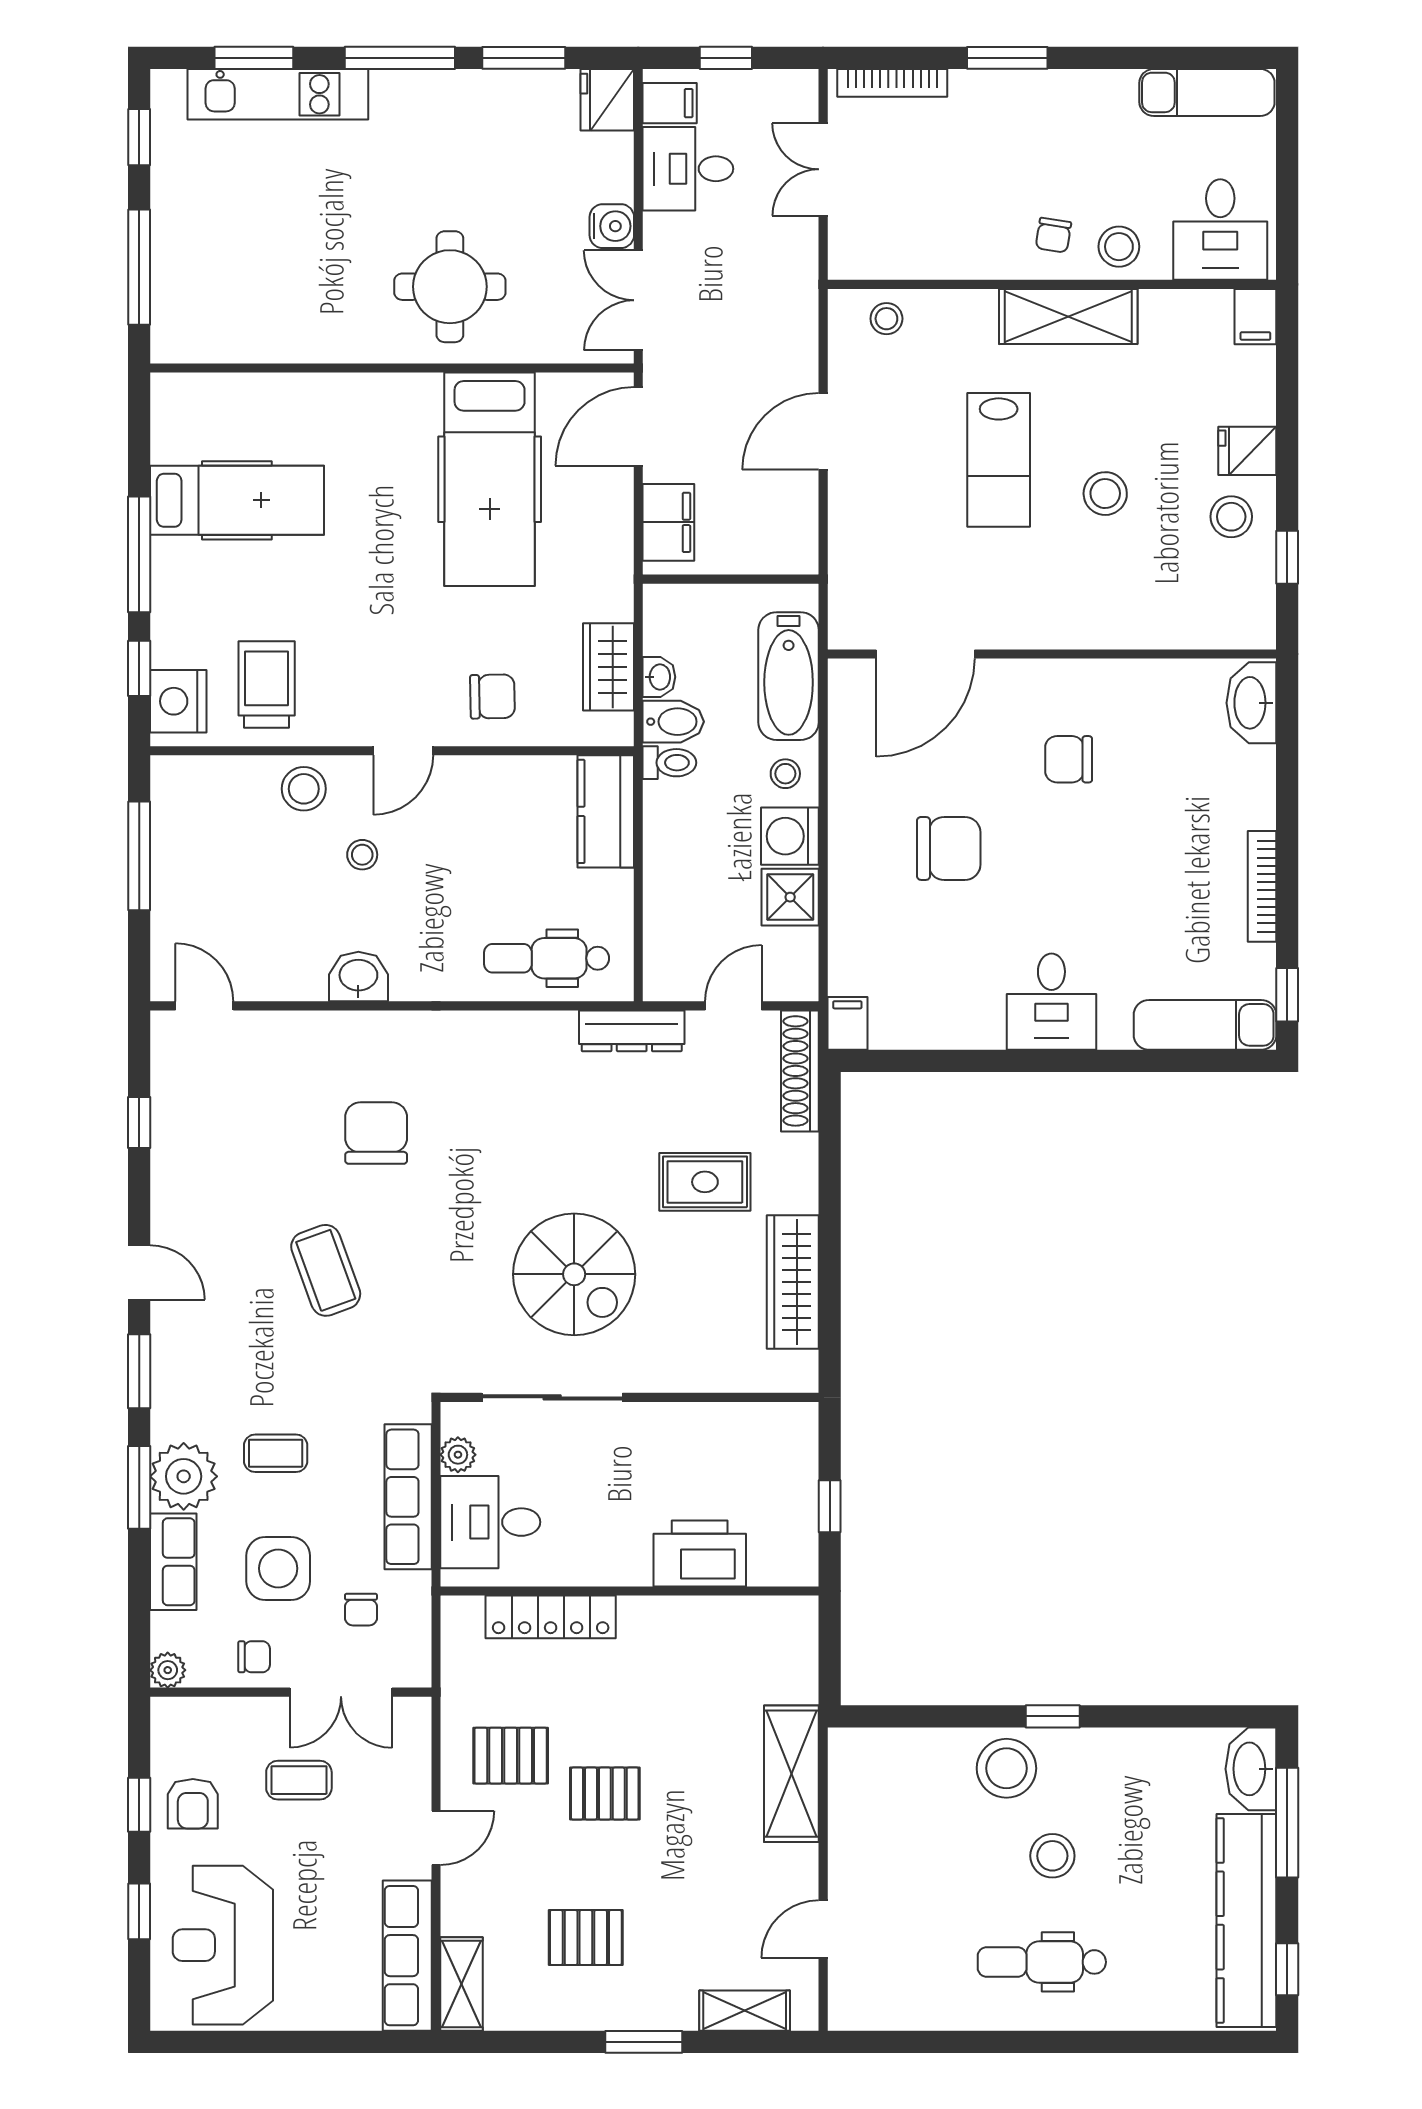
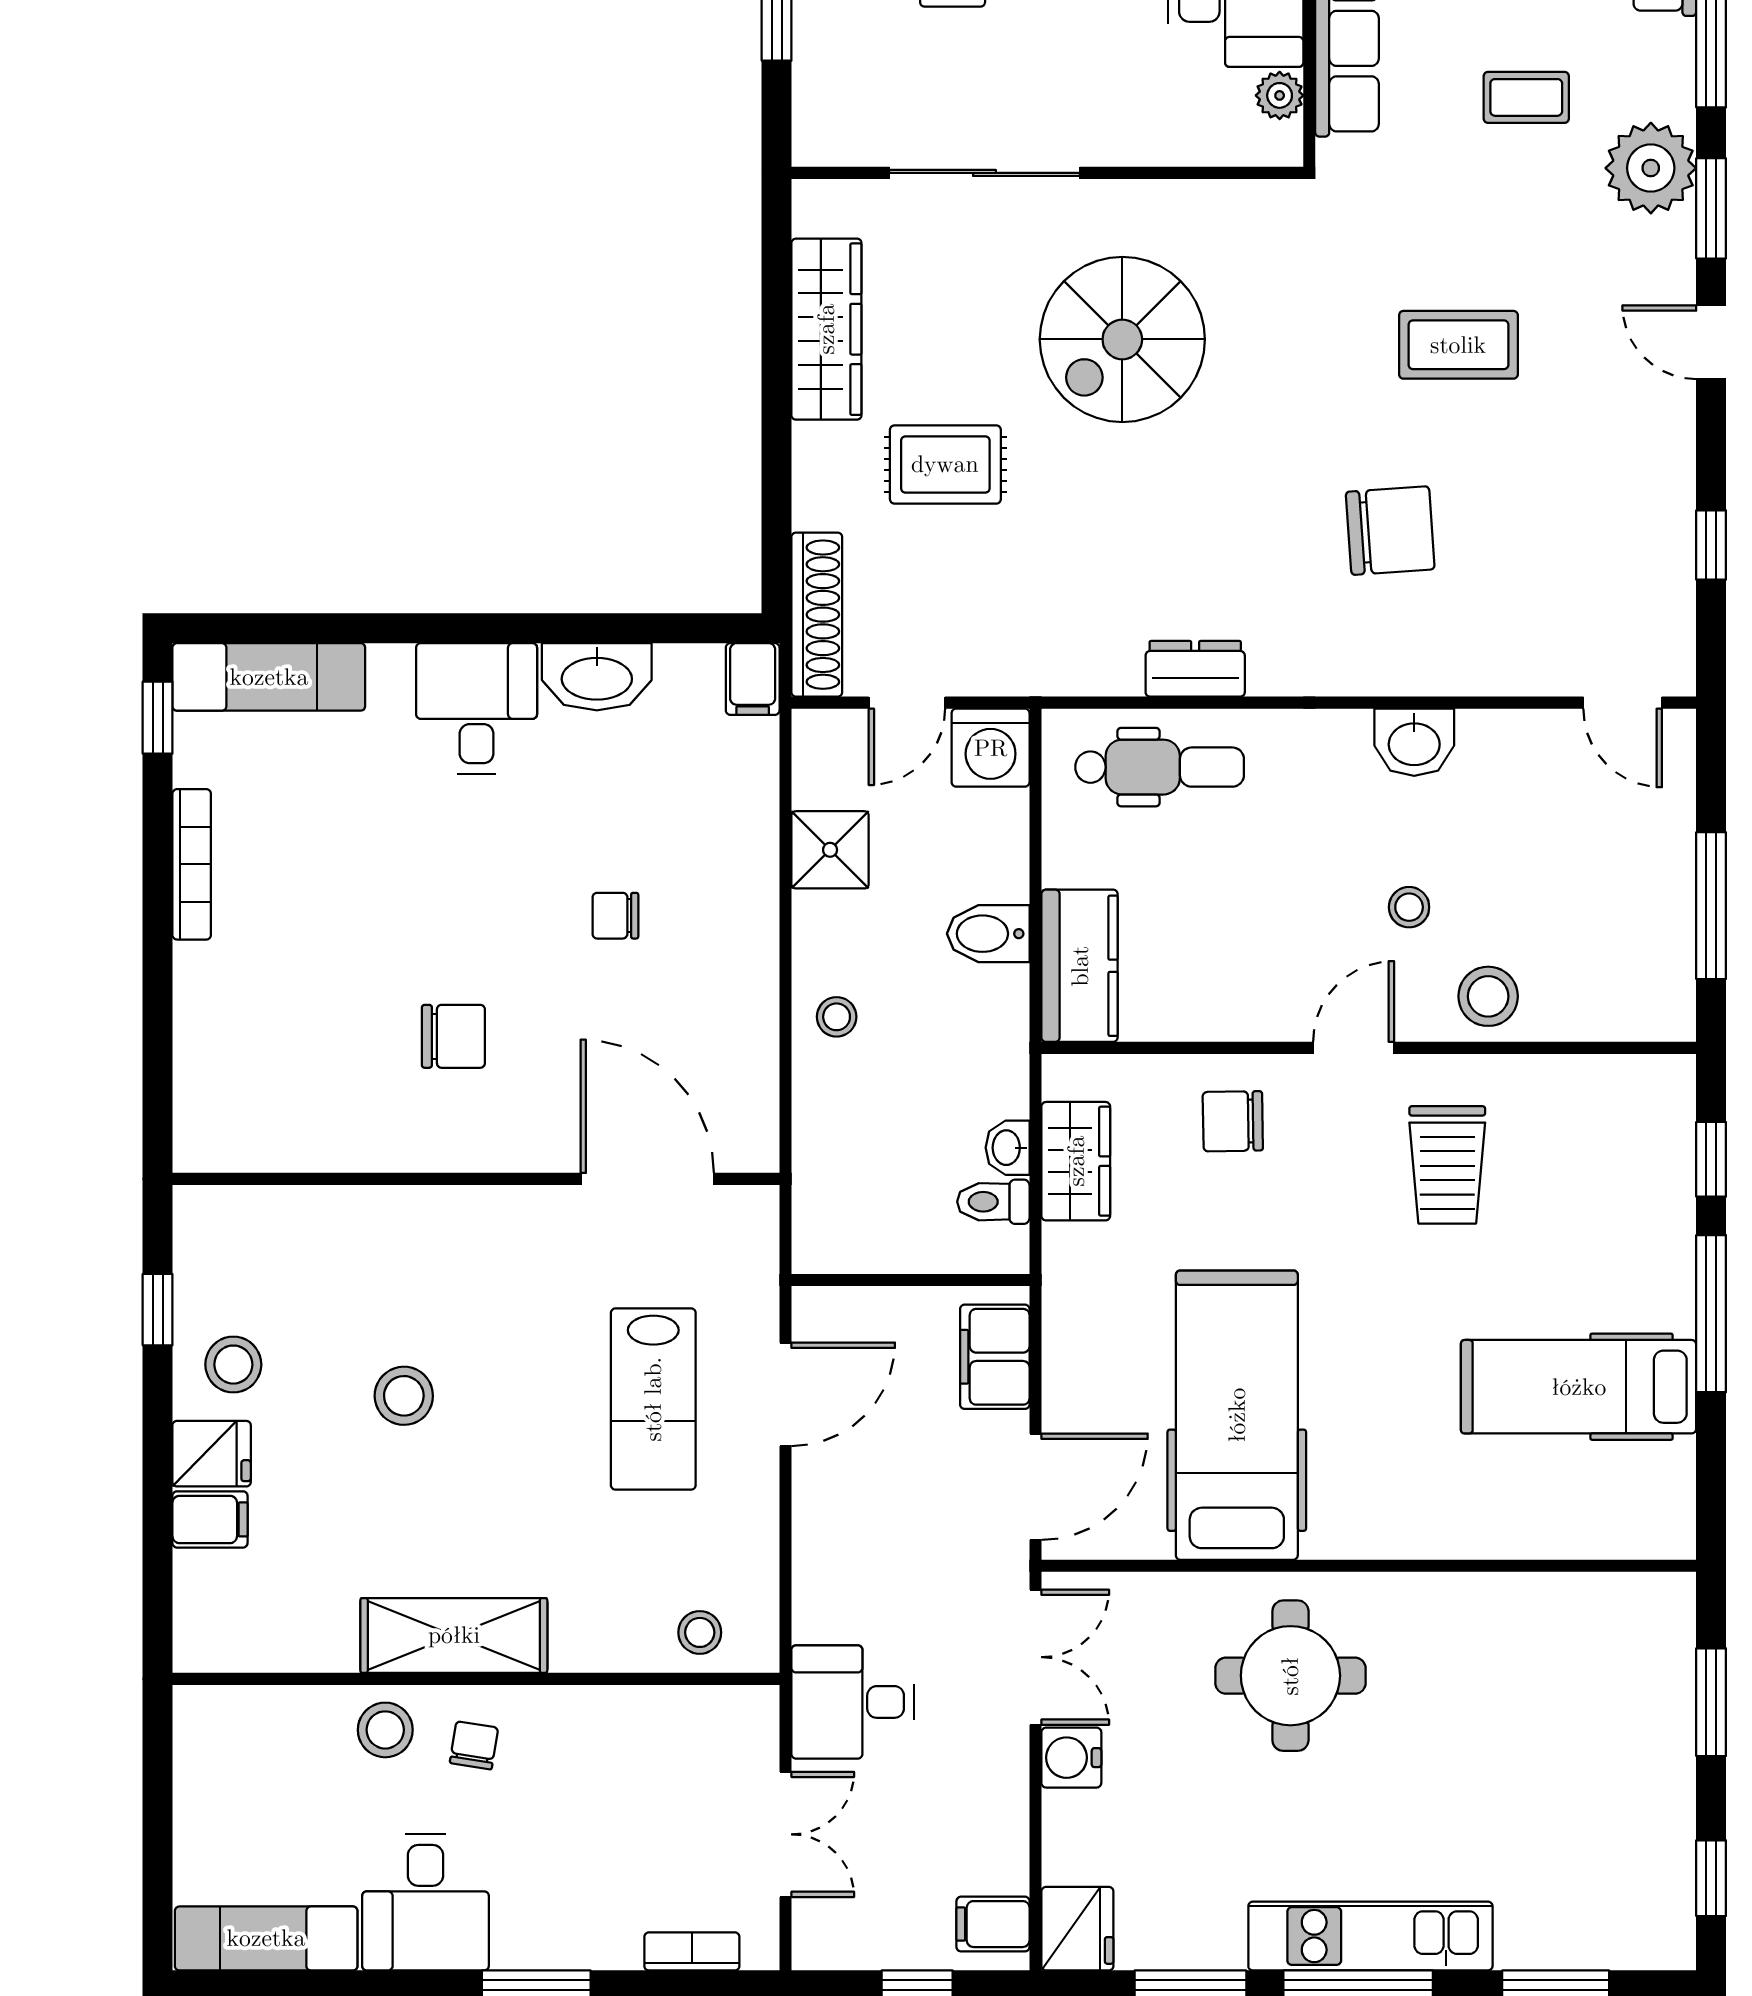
bookcase: (892, 83) -> (692, 1951), width x0.64
kitchen unit: (278, 94) -> (1370, 1936), moved
desk: (688, 169) -> (853, 1702), moved, turned 180
desk: (1220, 230) -> (425, 1902), moved, turned 180
window: (139, 267) -> (1711, 1702), width x0.69
filing cabinet: (1255, 317) -> (210, 1519), moved, turned 90
door: (823, 431) -> (785, 1394), moved
lab bench: (999, 460) -> (653, 1399), moved, turned 180
door: (925, 654) -> (647, 1179), hinge flipped
bathtub: (789, 676) -> (832, 1149), removed
trolley: (267, 684) -> (1447, 1165), moved
nightstand: (178, 701) -> (1658, 1115), removed
washbasin: (1251, 703) -> (597, 677), moved, turned 90
bidet: (673, 722) -> (988, 934), moved
toilet: (669, 763) -> (993, 1202), moved
washing machine: (790, 836) -> (991, 748), moved, turned 90
chair: (949, 848) -> (615, 916), width x0.54, depth x0.54
dresser: (632, 1031) -> (1195, 669), moved, width x0.70
chair: (376, 1133) -> (1390, 531), turned -94
coffee table: (326, 1270) -> (1458, 345), turned -70
spiral stairs: (574, 1274) -> (1122, 339), turned -90
sliding door: (552, 1397) -> (984, 173), moved
plant: (184, 1476) -> (1651, 168), moved

